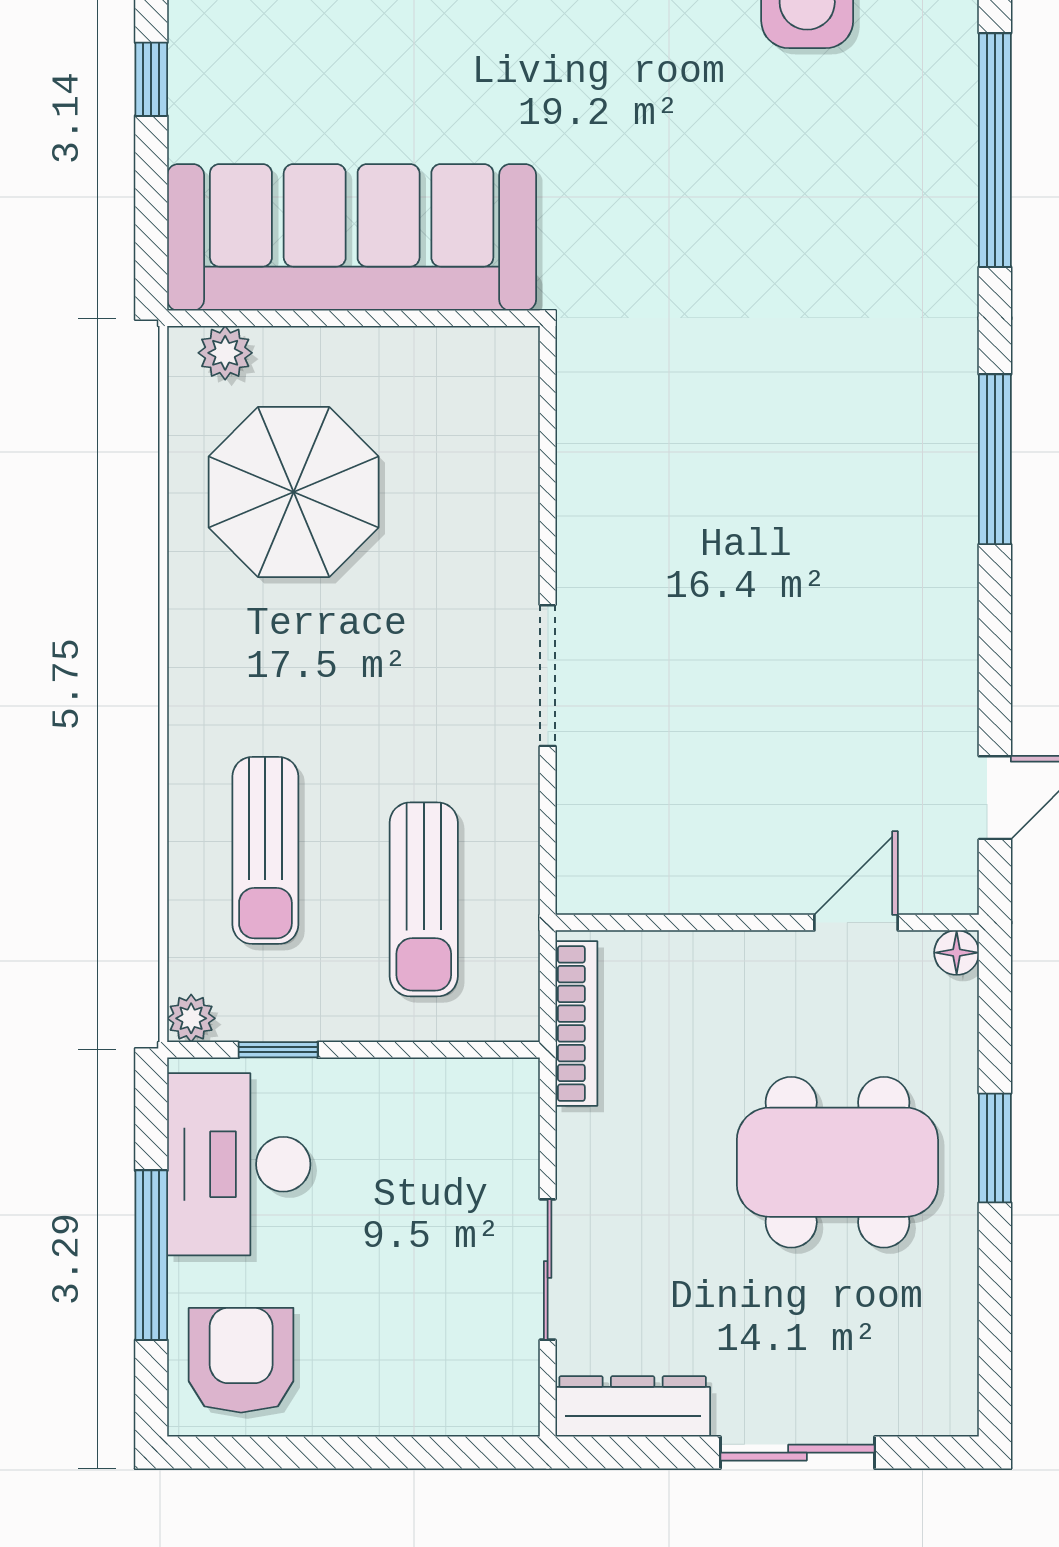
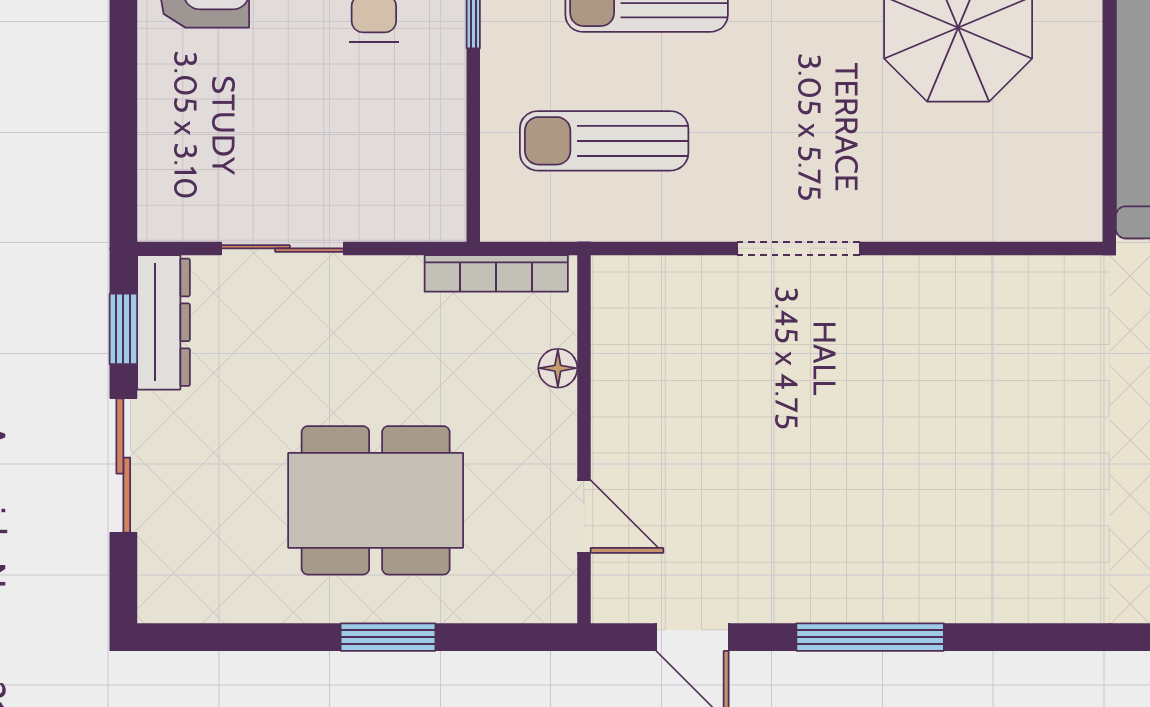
window: (995, 459) -> (870, 637), moved
floor lamp: (957, 953) -> (558, 368), moved
dining table: (837, 1162) -> (376, 500), turned 90
window: (640, 1453) -> (123, 329), added

